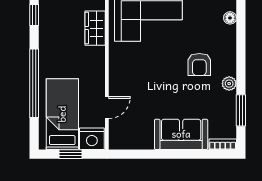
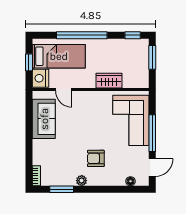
wardrobe: (95, 28) -> (109, 81), moved
sofa: (181, 134) -> (44, 119), moved

